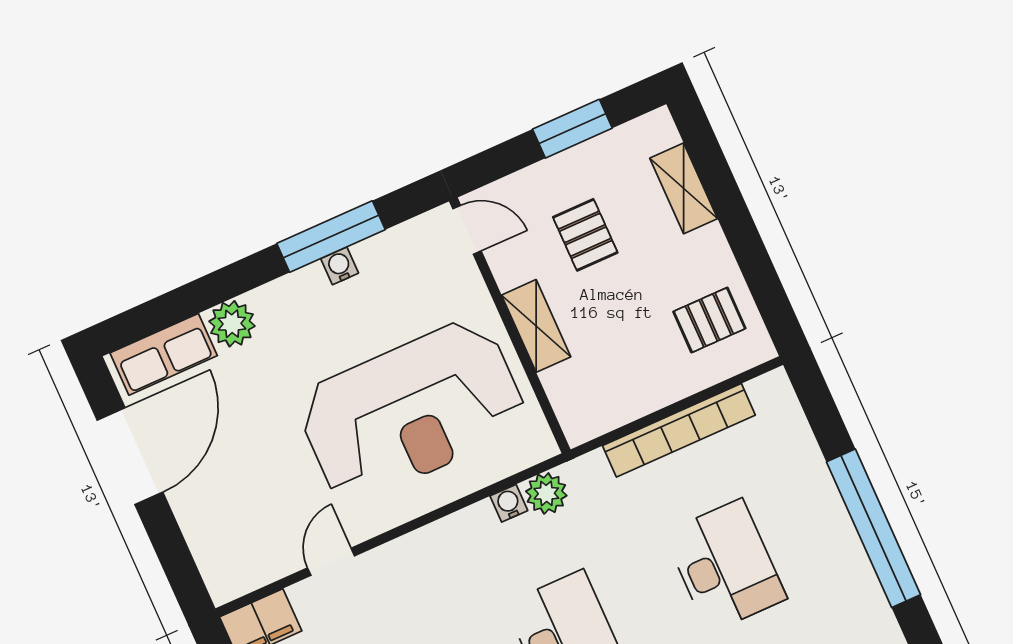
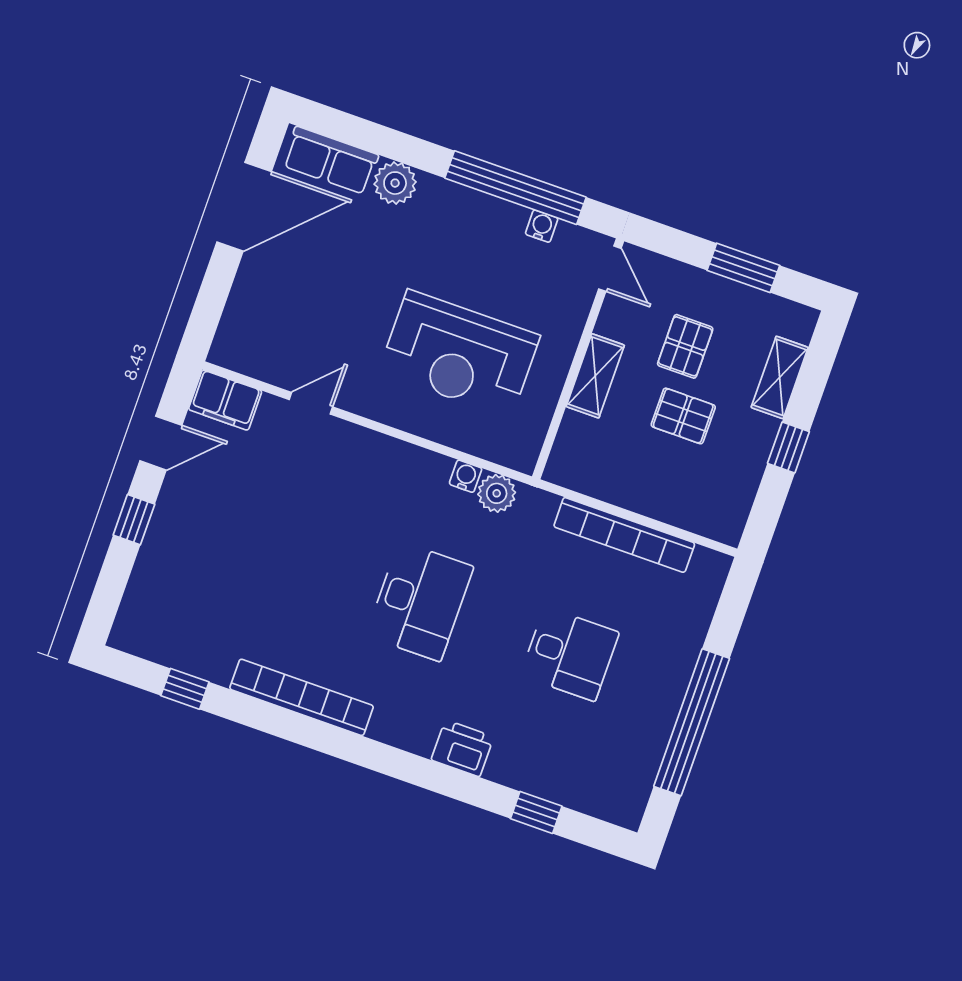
window: (331, 237) -> (515, 188), width x1.46
window: (743, 237) -> (788, 447), added
water cooler: (340, 266) -> (542, 226), moved
pallet: (709, 320) -> (683, 416), moved
reception desk: (412, 411) -> (459, 354), width x0.74, depth x0.77
desk: (725, 566) -> (570, 654), width x0.73

